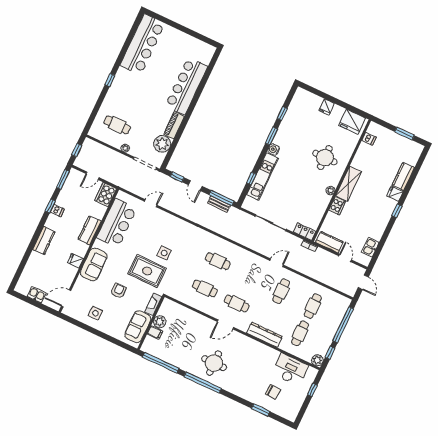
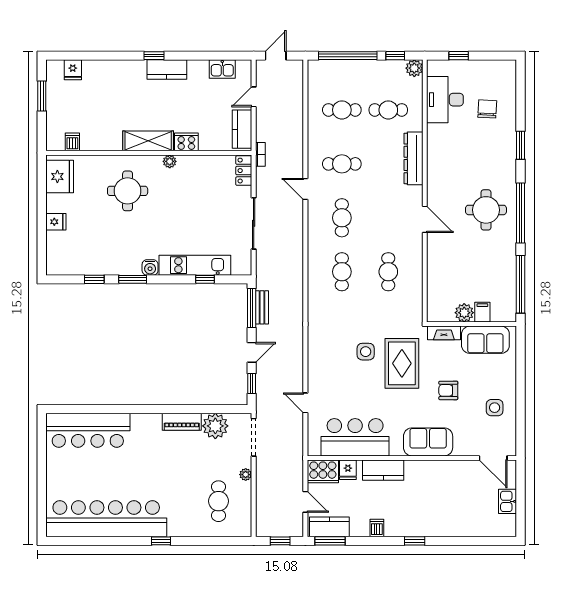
bar counter: (143, 44) -> (106, 519), width x1.36
bar counter: (186, 86) -> (88, 430), moved
kitchen counter: (403, 176) -> (167, 69), moved
fridge: (395, 194) -> (73, 70), moved
window: (50, 206) -> (415, 541), moved
kitchen counter: (44, 241) -> (329, 527), moved
fridge: (76, 261) -> (348, 470), moved
cafe table: (237, 303) -> (342, 218), moved
window: (261, 410) -> (521, 145), moved

